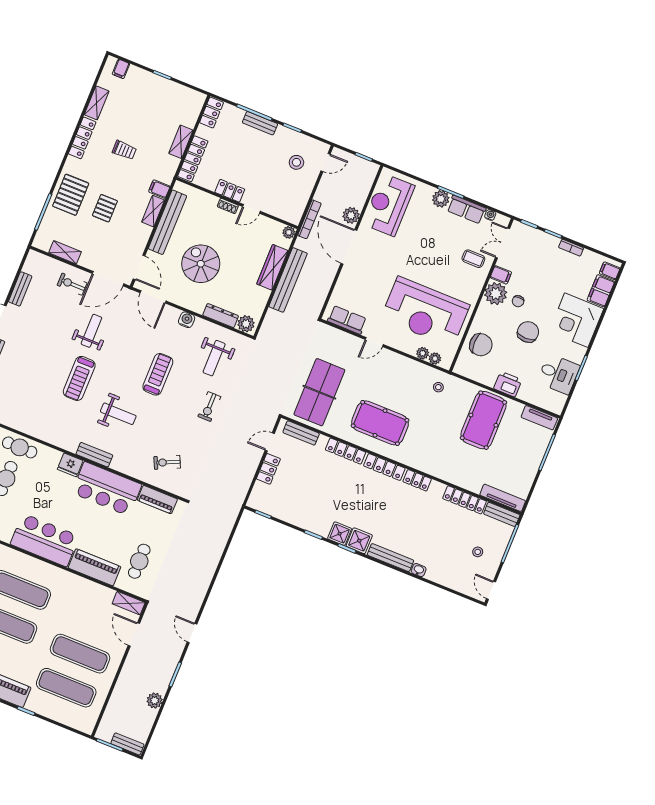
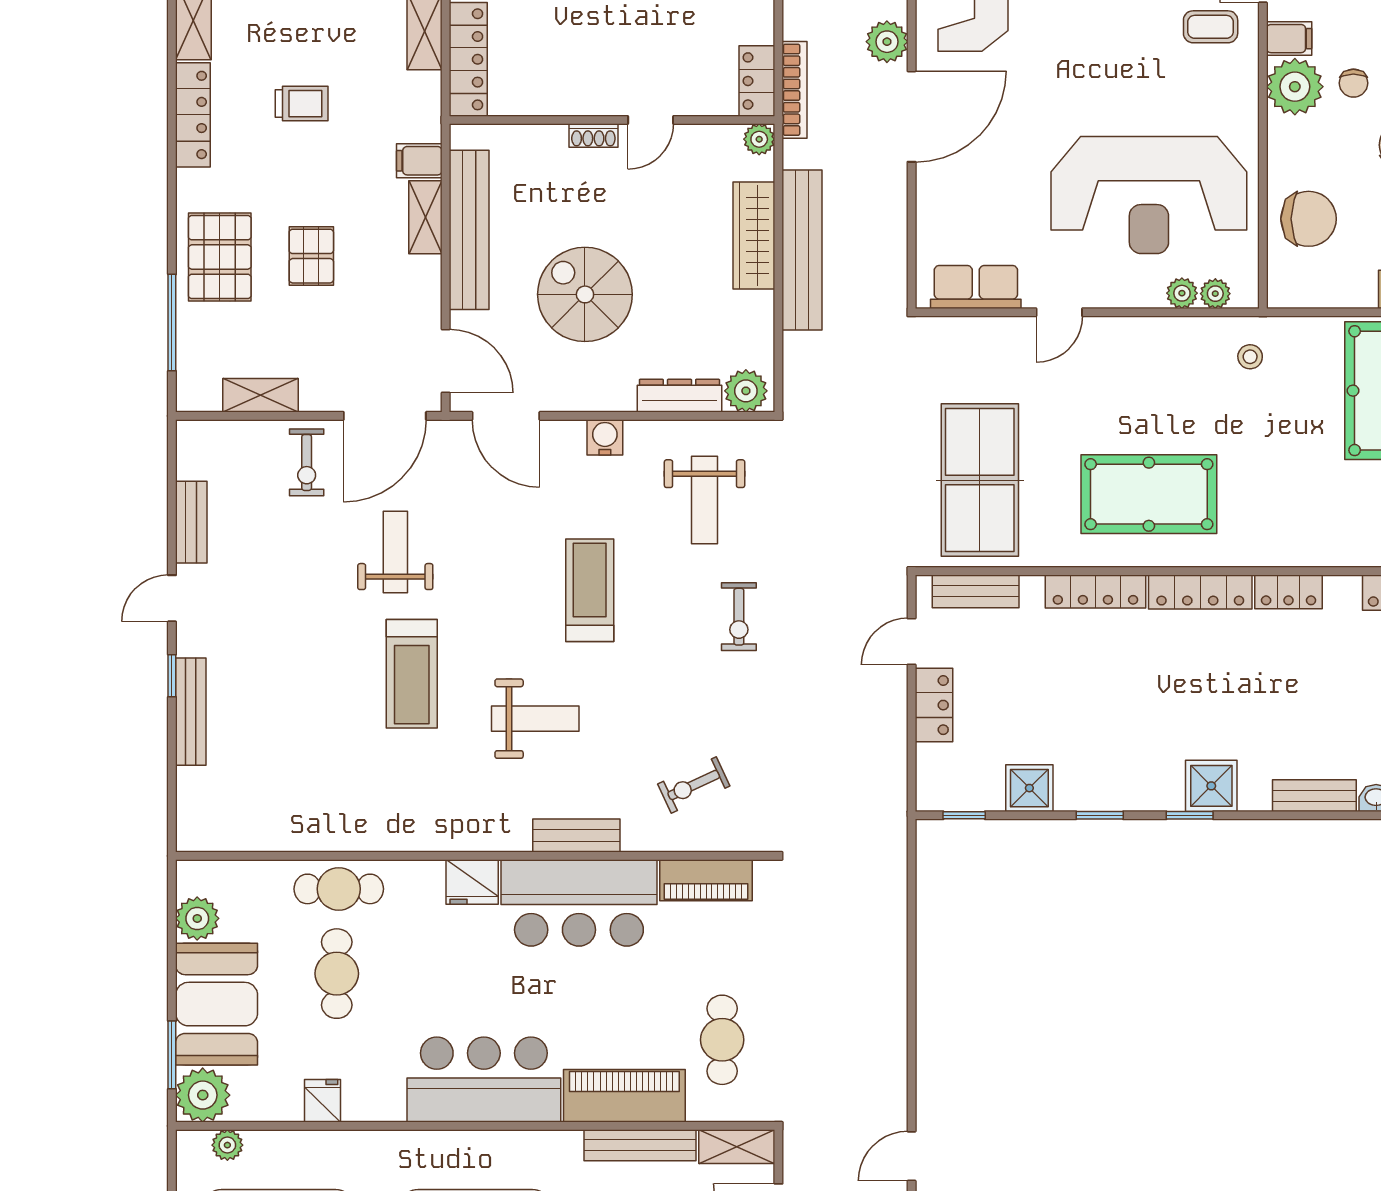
locker: (230, 191) -> (757, 81), moved, turned -90
door: (349, 247) -> (912, 117), swing flipped
exercise bike: (72, 284) -> (307, 462), turned -90
bench: (94, 455) -> (576, 836), moved
shower: (340, 534) -> (1029, 788), moved
bench: (390, 558) -> (1314, 796), width x0.73
bench: (93, 588) -> (640, 1145), added
door: (192, 633) -> (912, 1156), hinge flipped

